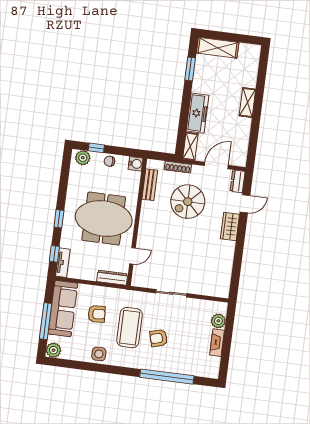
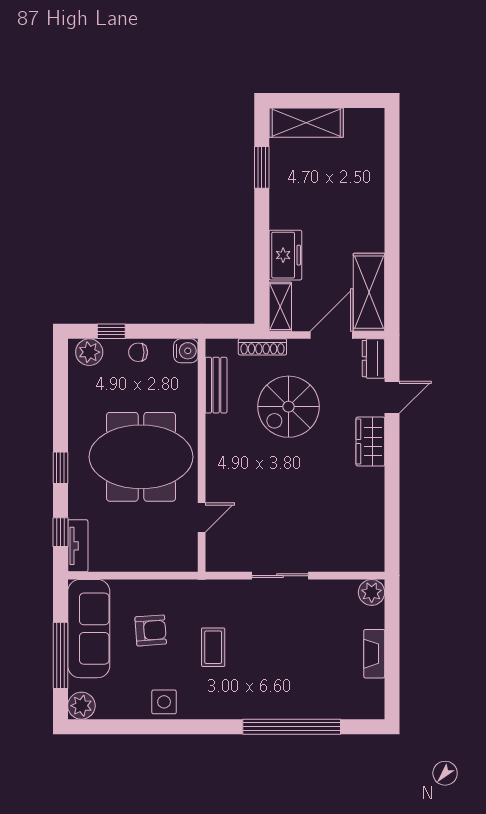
shelving: (247, 103) -> (369, 292), moved, width x1.50, depth x1.33
freezer: (198, 113) -> (285, 255), width x0.71
dresser: (112, 278) -> (170, 561), removed
plant: (218, 321) -> (372, 592), moved
coffee table: (130, 328) -> (213, 647), width x0.54, depth x0.58
armchair: (159, 338) -> (268, 659), removed

